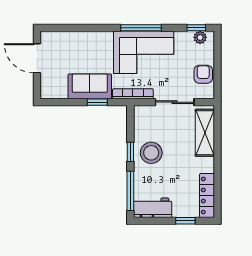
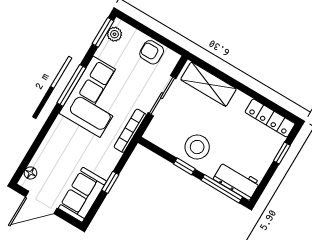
window: (196, 28) -> (103, 32), width x1.50
floor lamp: (55, 36) -> (30, 173), added
sofa: (90, 86) -> (82, 195), moved
window: (97, 102) -> (110, 182), moved
workbench: (153, 208) -> (237, 181), moved, turned 90

